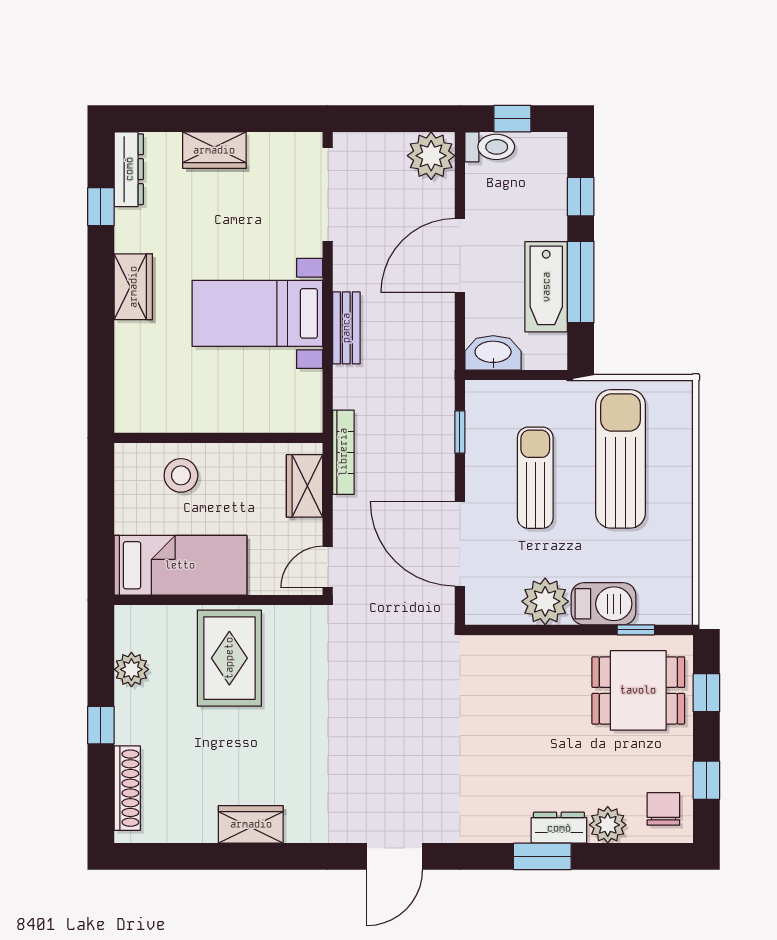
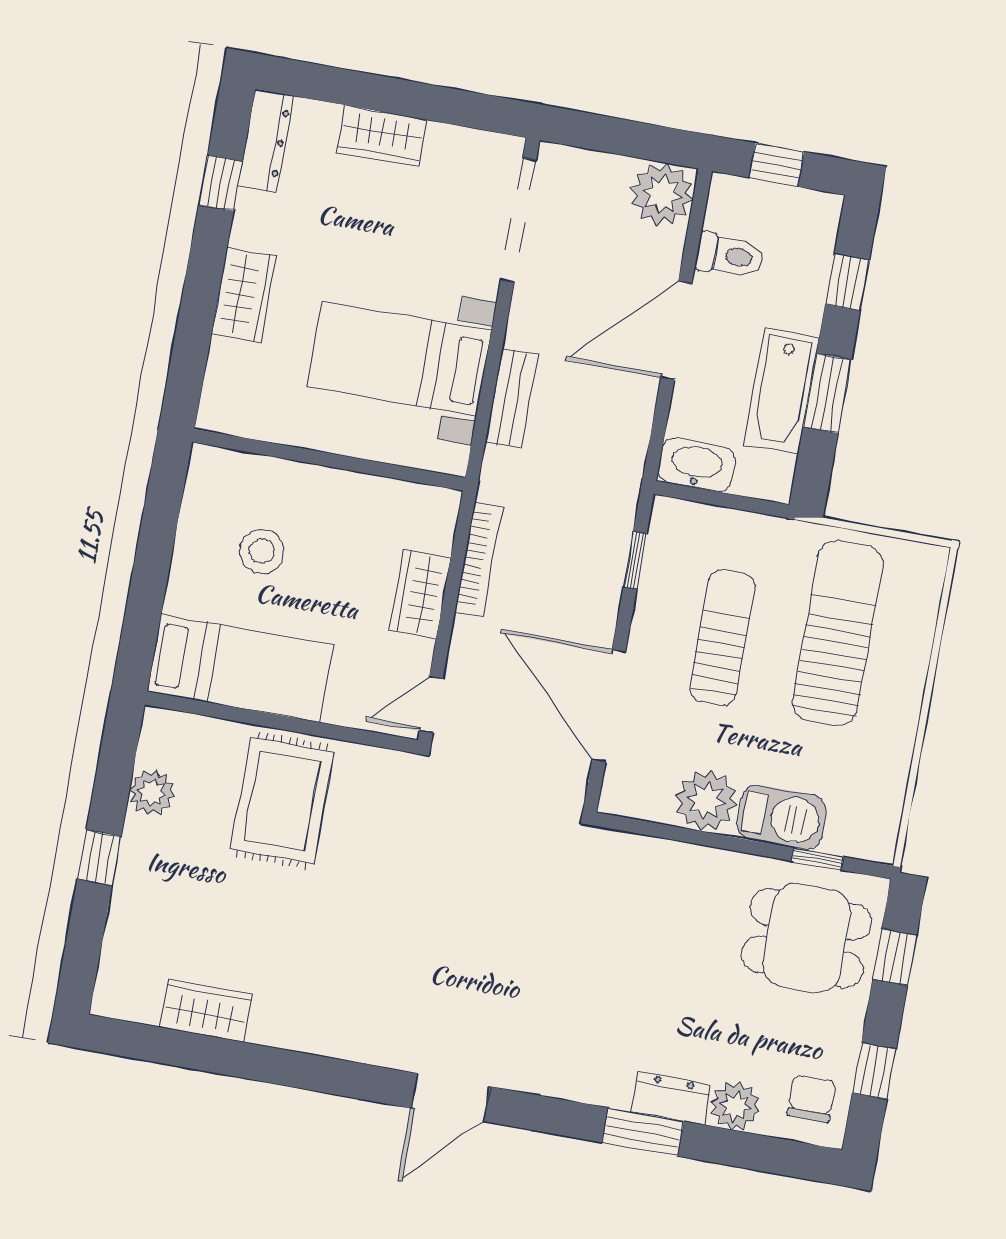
toilet: (490, 147) -> (730, 256), moved
window: (581, 282) -> (827, 393), width x0.69
wall: (218, 438) -> (329, 460), moved
shoe rack: (127, 788) -> (119, 946), removed
wardrobe: (251, 824) -> (206, 1010), moved

